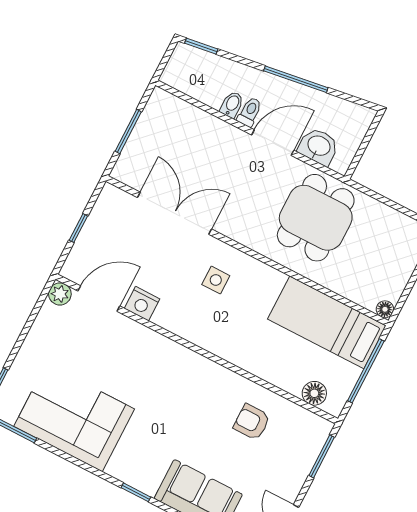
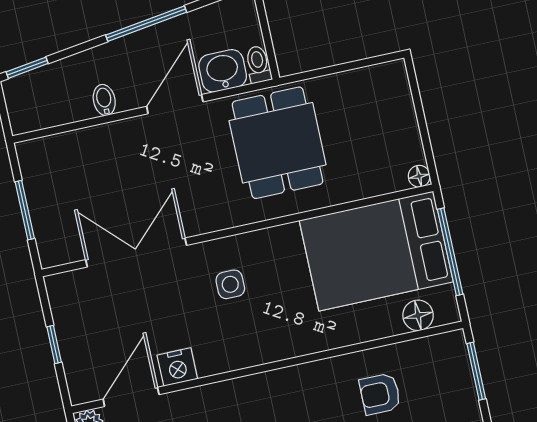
toilet: (250, 112) -> (258, 64), moved
bed: (327, 322) -> (376, 251), width x1.50

